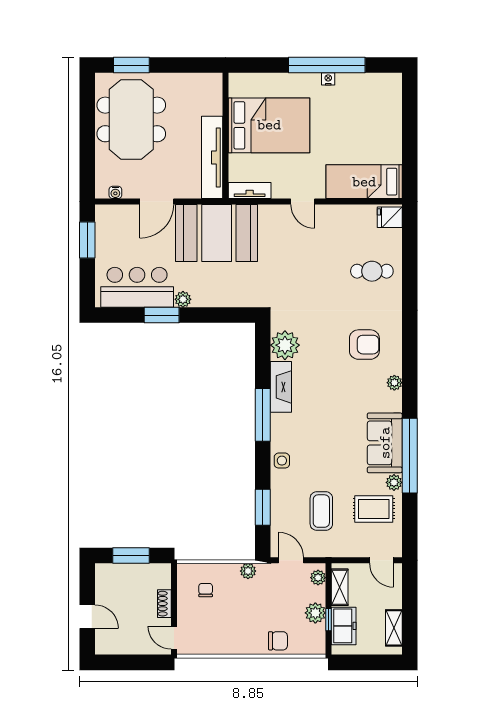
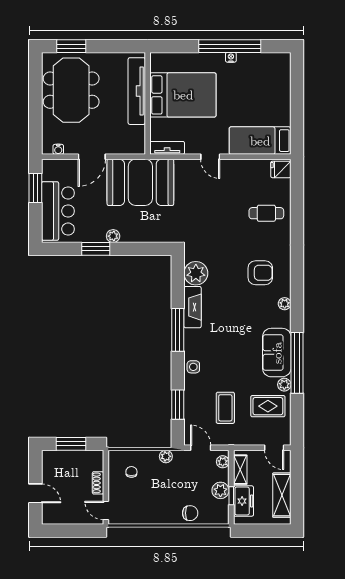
tv unit: (212, 157) -> (137, 91), moved
bar counter: (137, 287) -> (58, 211), moved, turned 90
shelving: (394, 628) -> (282, 495), width x1.50, depth x1.33

